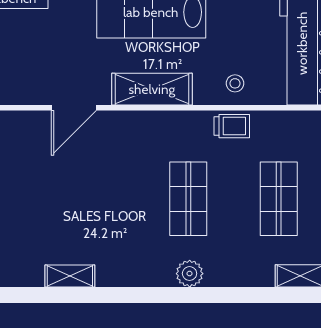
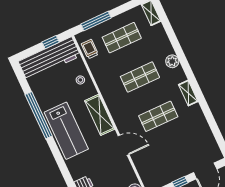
trolley: (232, 126) -> (90, 49), moved
shop shelf: (98, 199) -> (158, 116), added
shelving: (70, 276) -> (188, 93), moved

